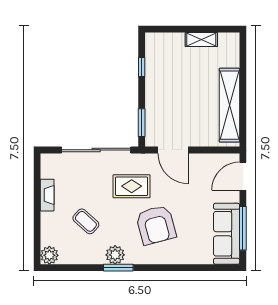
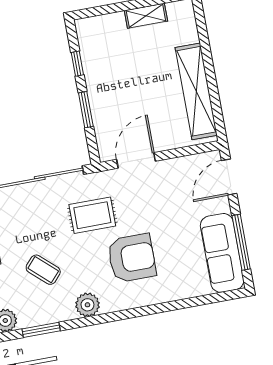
window: (142, 123) -> (86, 110), moved
door: (173, 150) -> (136, 160), swing flipped
armchair: (156, 225) -> (132, 258), turned -75
window: (118, 268) -> (41, 330), moved

